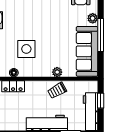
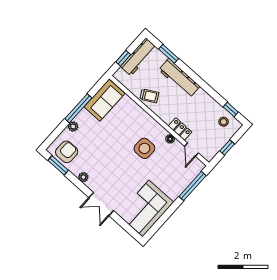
sofa: (87, 51) -> (104, 100), width x0.73
plant: (57, 72) -> (137, 110), removed

